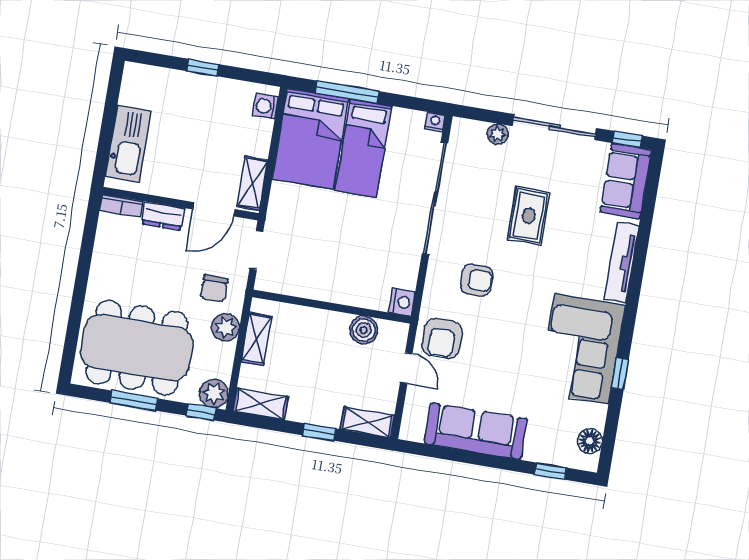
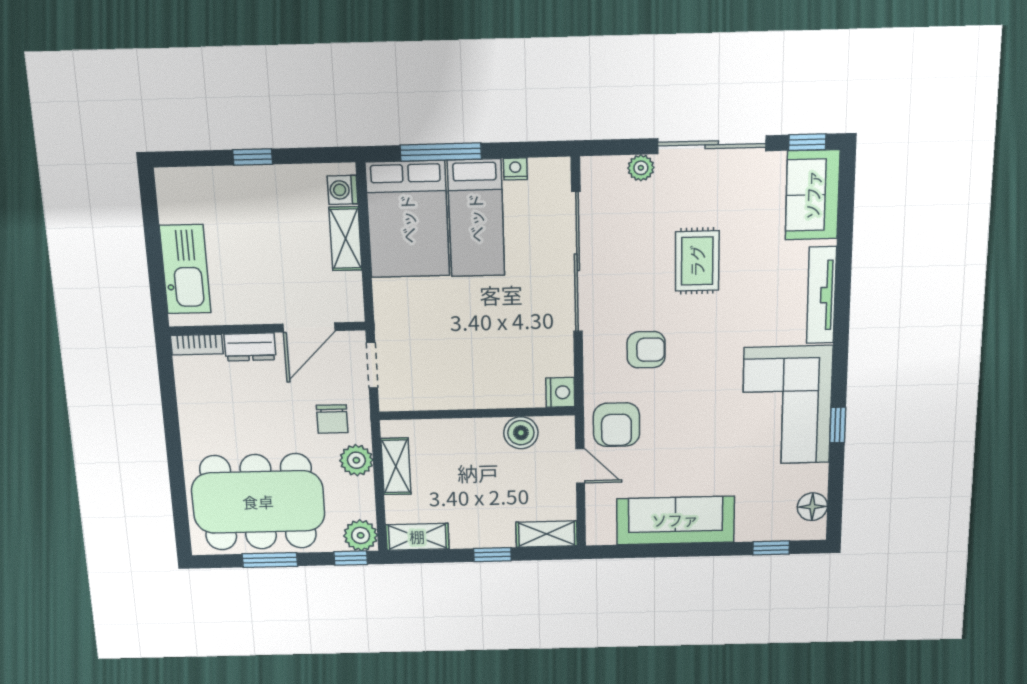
nightstand: (435, 122) -> (515, 169), moved
shelving: (252, 183) -> (345, 239), moved

